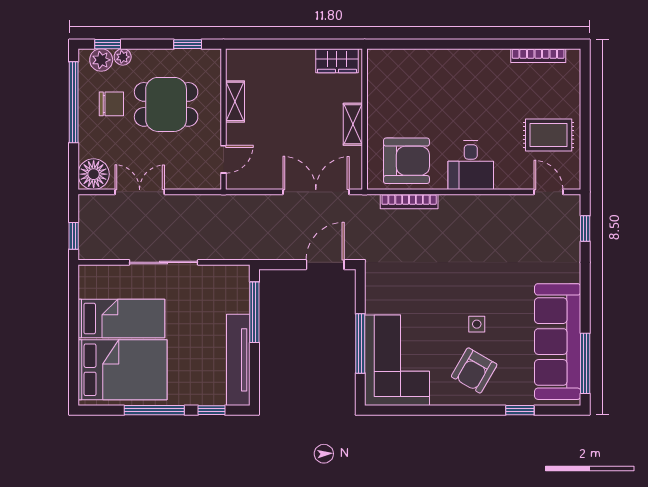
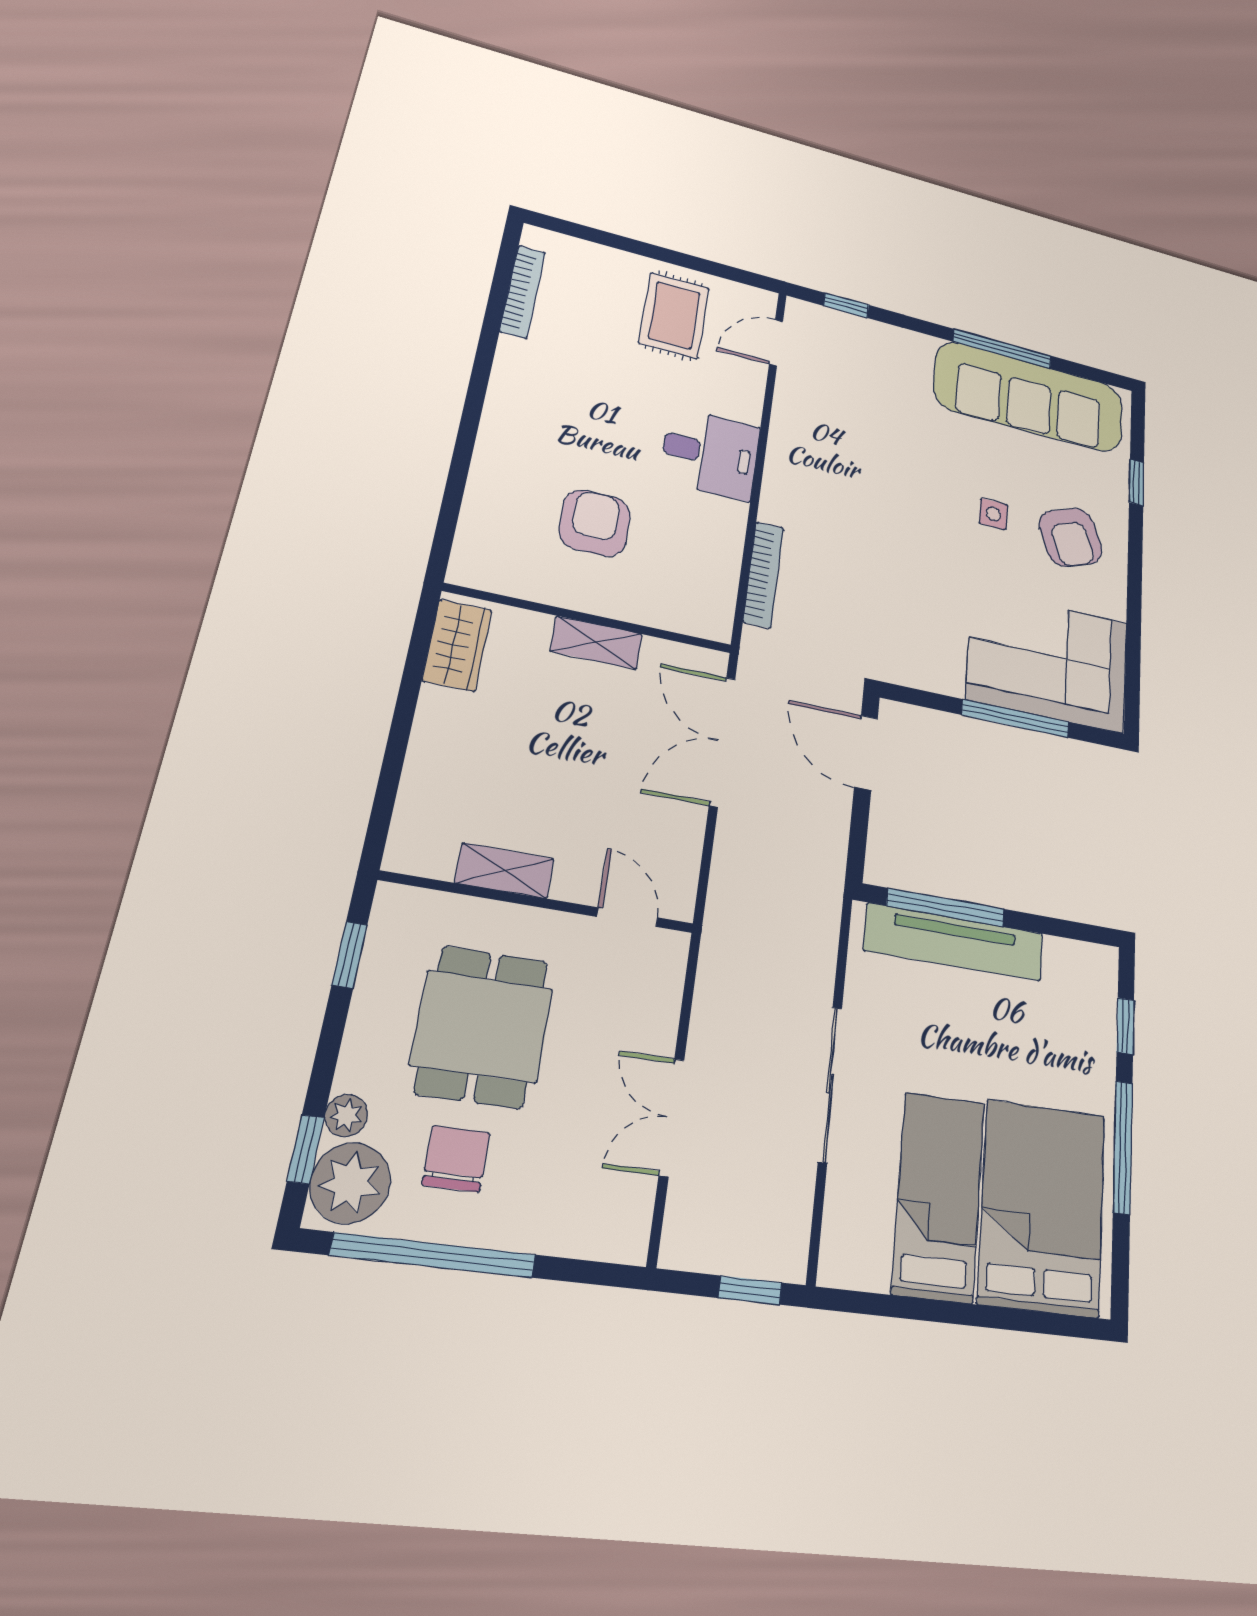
plant: (101, 60) -> (350, 1183), width x1.36, depth x1.36
armchair: (406, 161) -> (595, 523), moved, width x0.73, depth x0.73
floor lamp: (94, 174) -> (615, 1224), removed
tv unit: (238, 360) -> (954, 942), moved
window: (585, 363) -> (1002, 349), moved
armchair: (474, 370) -> (1070, 537), turned 39

